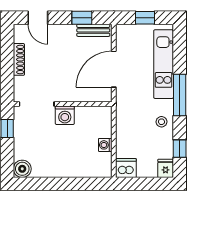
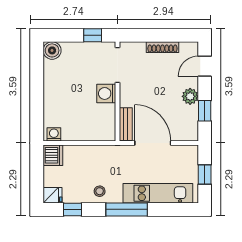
bench: (93, 30) -> (126, 124), moved
plant: (68, 32) -> (190, 96), added
washing machine: (105, 145) -> (54, 134), moved

